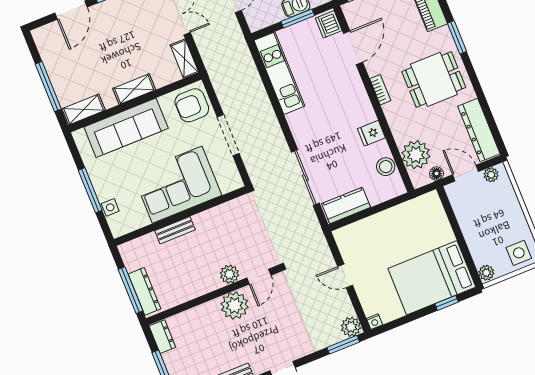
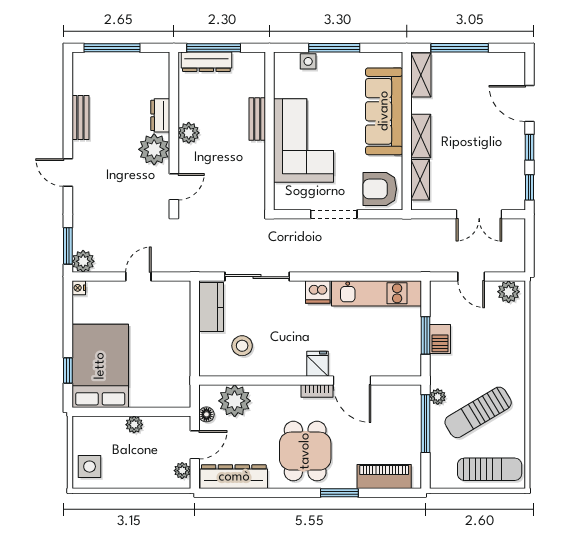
dishwasher: (329, 24) -> (318, 292), moved, turned 180
door: (353, 48) -> (352, 381), moved
shelving: (184, 59) -> (420, 180), moved, turned 90
armchair: (192, 105) -> (380, 189), turned -90
fridge: (371, 133) -> (317, 364), moved
stool: (386, 167) -> (242, 346), moved
plant: (486, 273) -> (134, 425), moved
plant: (229, 274) -> (189, 133), moved
door: (259, 277) -> (174, 187), swing flipped
dresser: (162, 337) -> (160, 115), moved, turned 90

